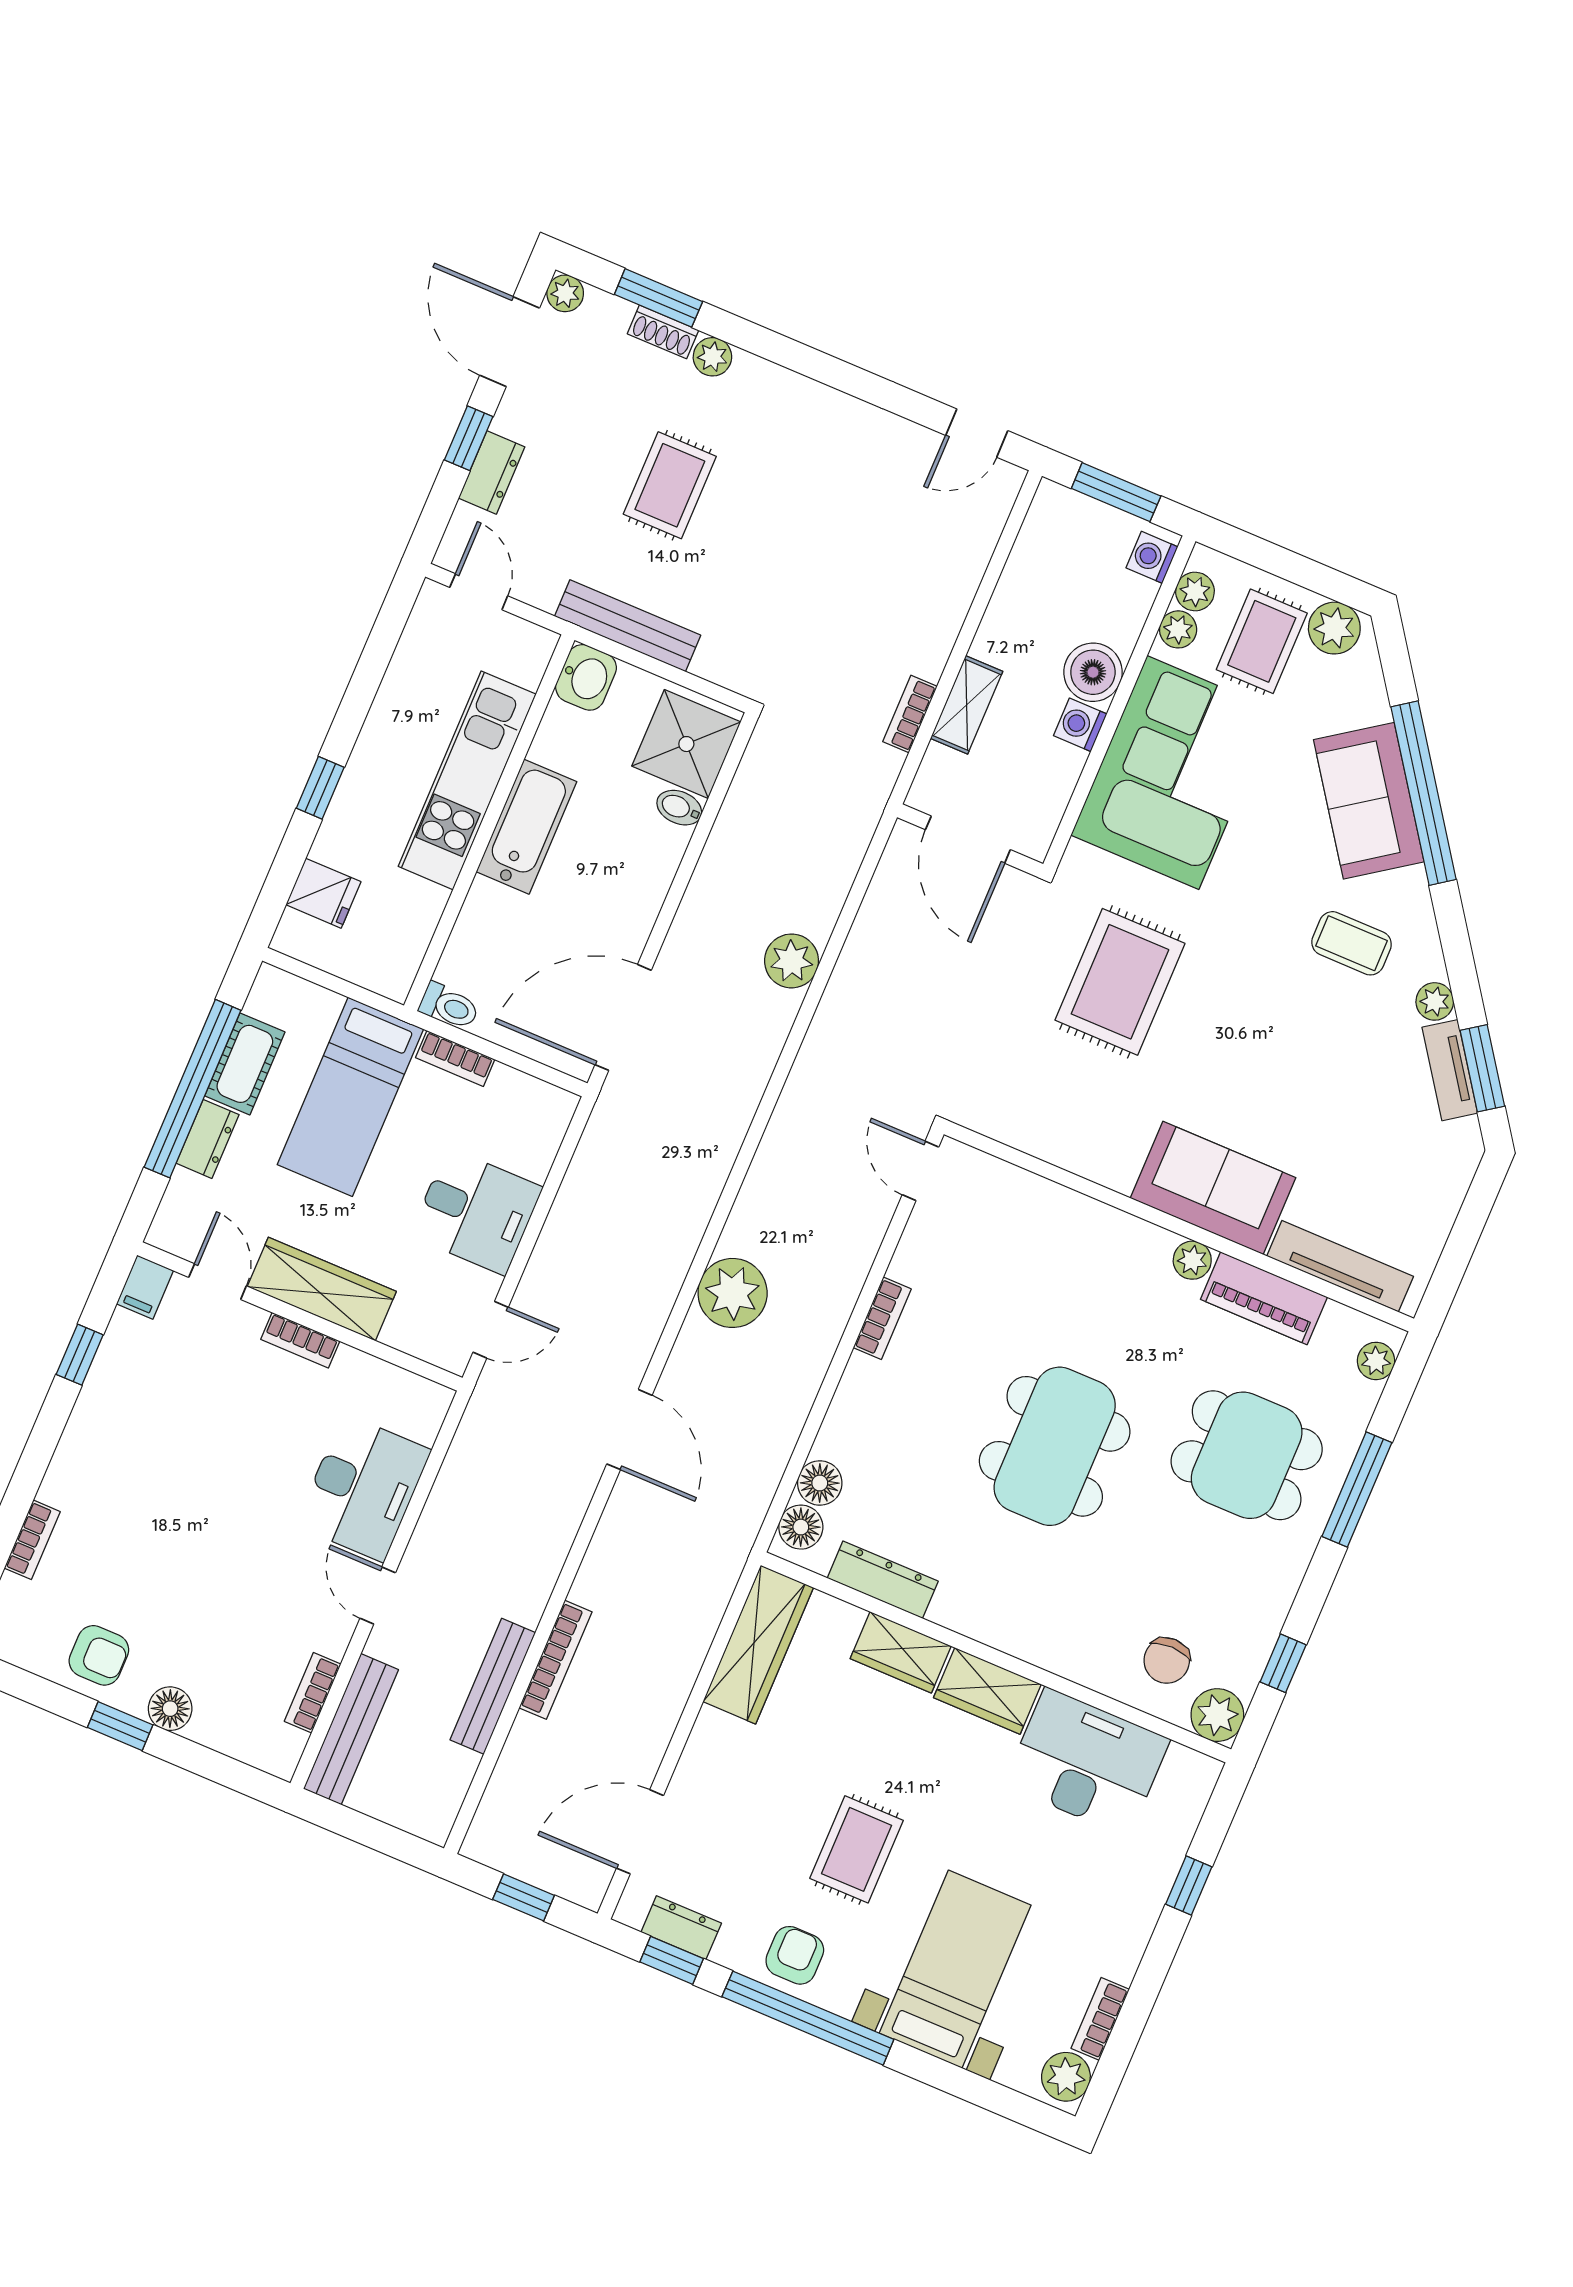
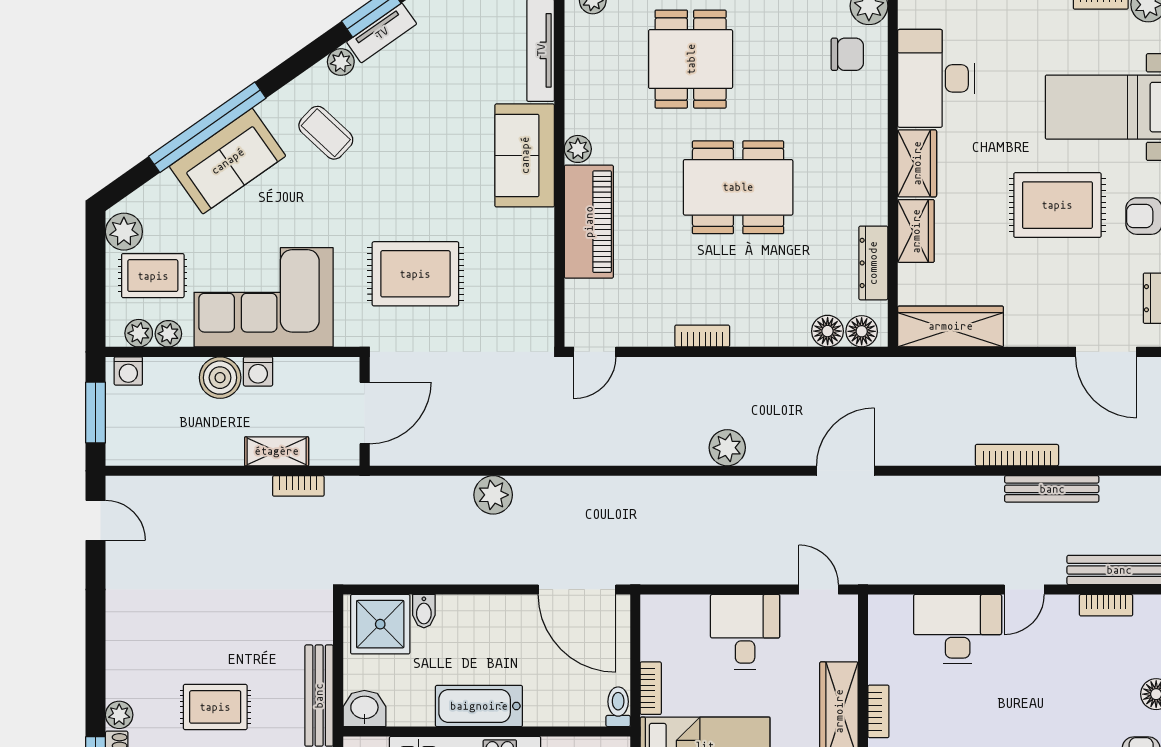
coffee table: (1352, 943) -> (326, 133), turned -47
plant: (733, 1293) -> (727, 448), width x0.73, depth x0.73
piano: (1264, 1298) -> (589, 222), moved, width x1.37, depth x1.33
rug: (857, 1849) -> (1057, 205), width x1.36, depth x1.43

